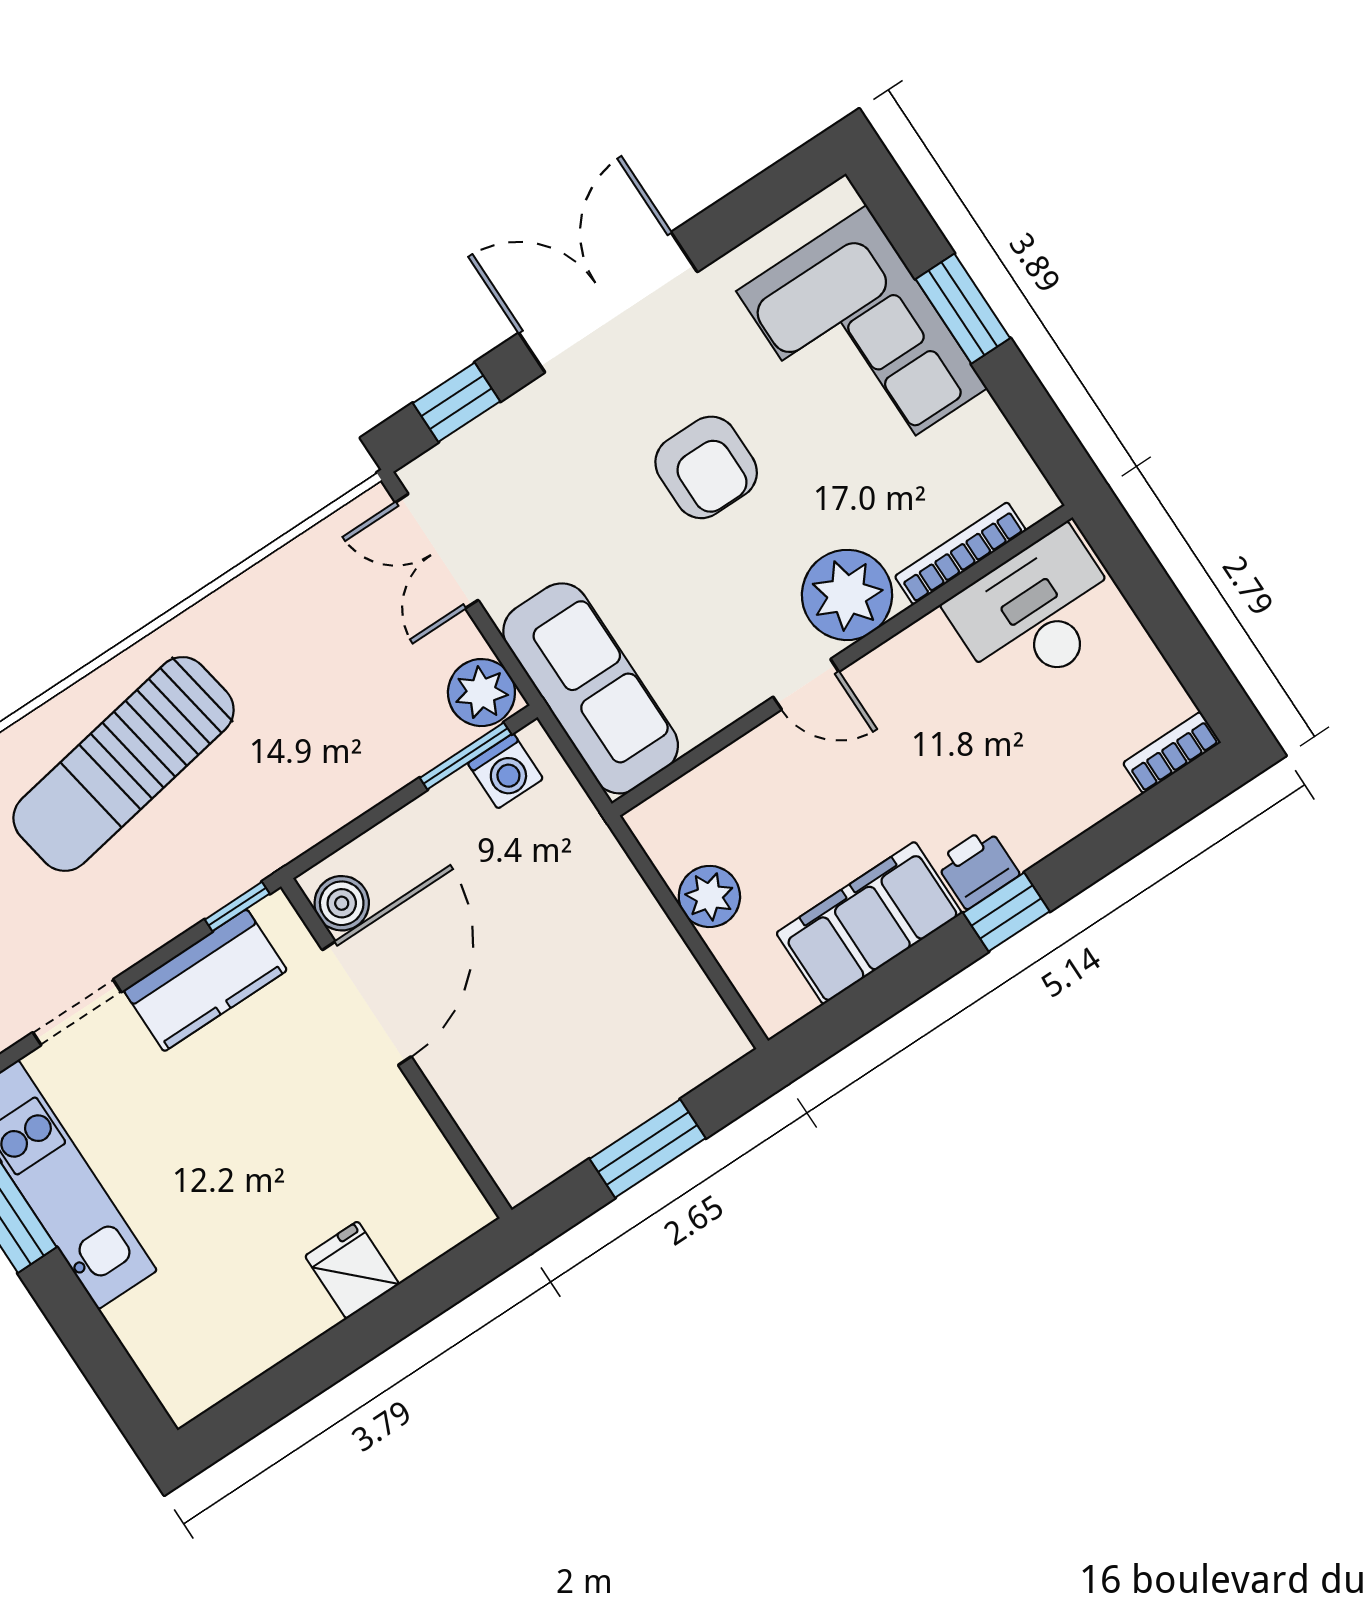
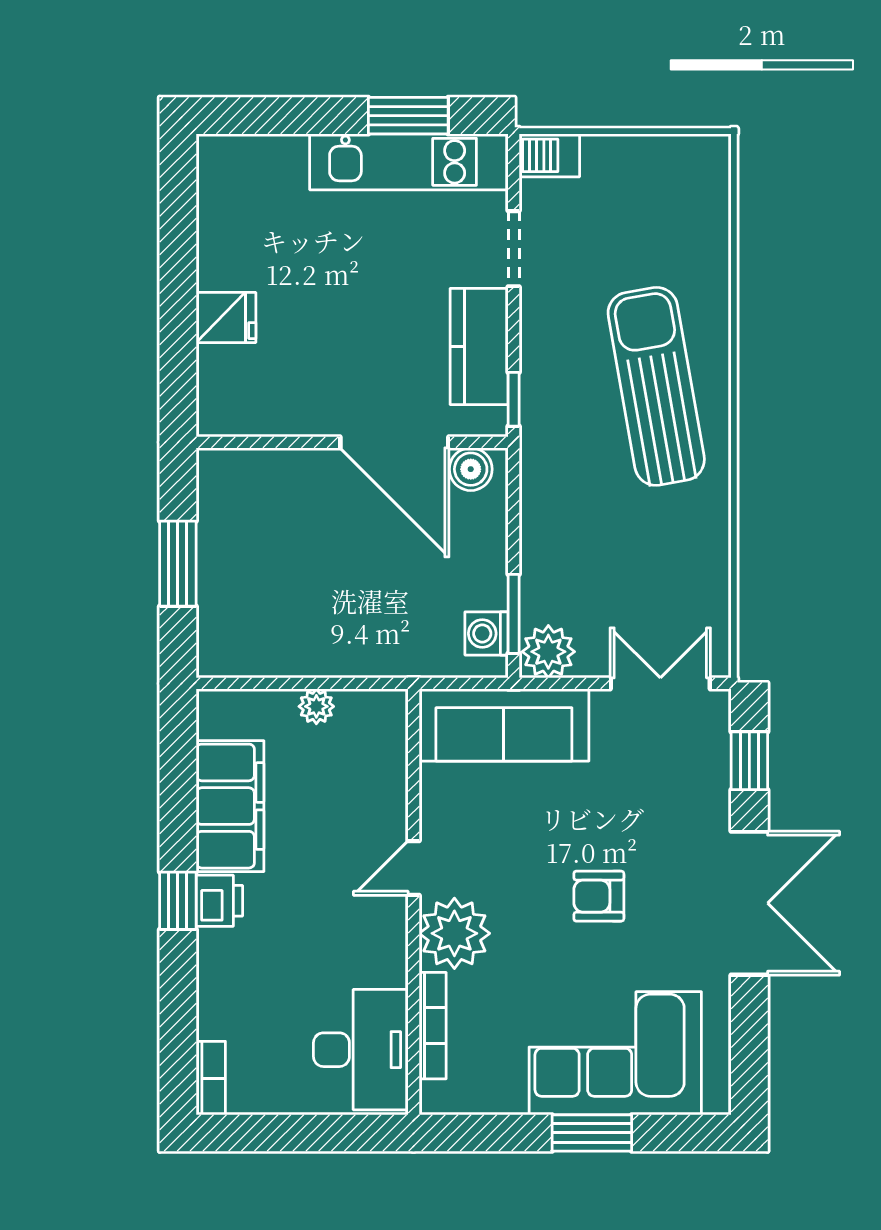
armchair: (706, 467) -> (599, 896), width x0.72, depth x0.72
plant: (709, 896) -> (316, 706), width x0.73, depth x0.73

